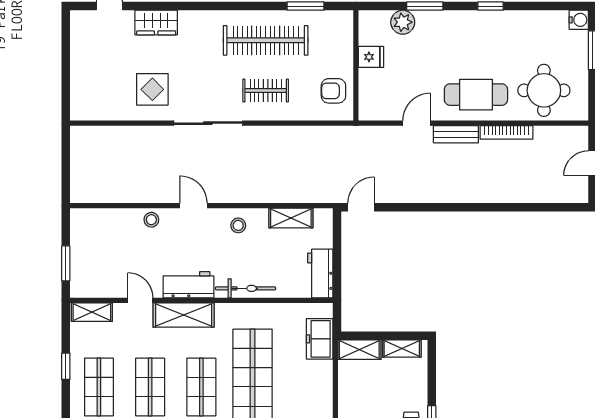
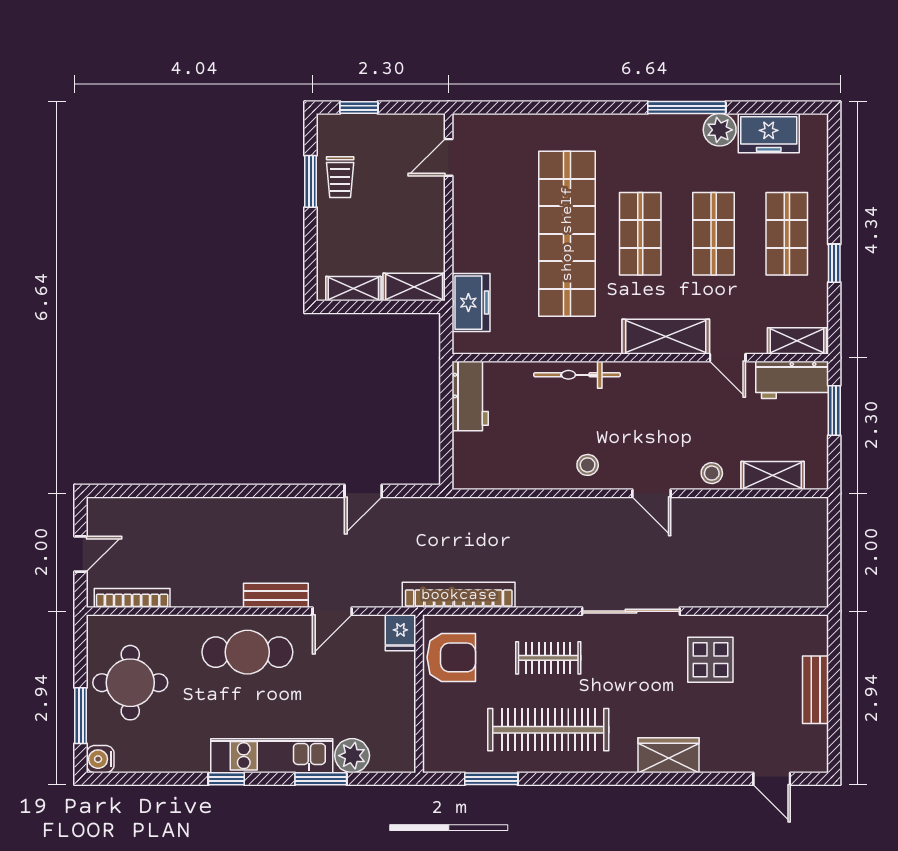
kitchen unit: (459, 22) -> (272, 756), added
wardrobe: (156, 23) -> (669, 755), moved
fridge: (371, 57) -> (400, 633), moved, turned -90
bench: (79, 68) -> (815, 690), added
round table: (544, 90) -> (130, 683), moved
armchair: (333, 91) -> (451, 657), width x1.38, depth x1.38
bookcase: (506, 132) -> (132, 598), moved
bookcase: (328, 135) -> (459, 595), added
door: (361, 207) -> (363, 491), moved
shelving: (291, 218) -> (773, 476), moved
workbench: (188, 285) -> (792, 380), moved

